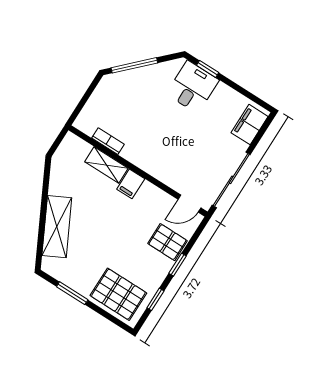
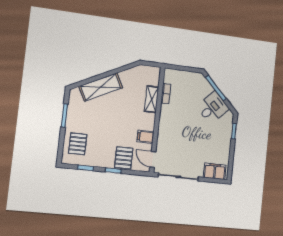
desk: (193, 87) -> (213, 108), moved, turned -45
filing cabinet: (131, 184) -> (145, 137), moved
pallet: (118, 294) -> (78, 144), width x0.67, depth x0.71

